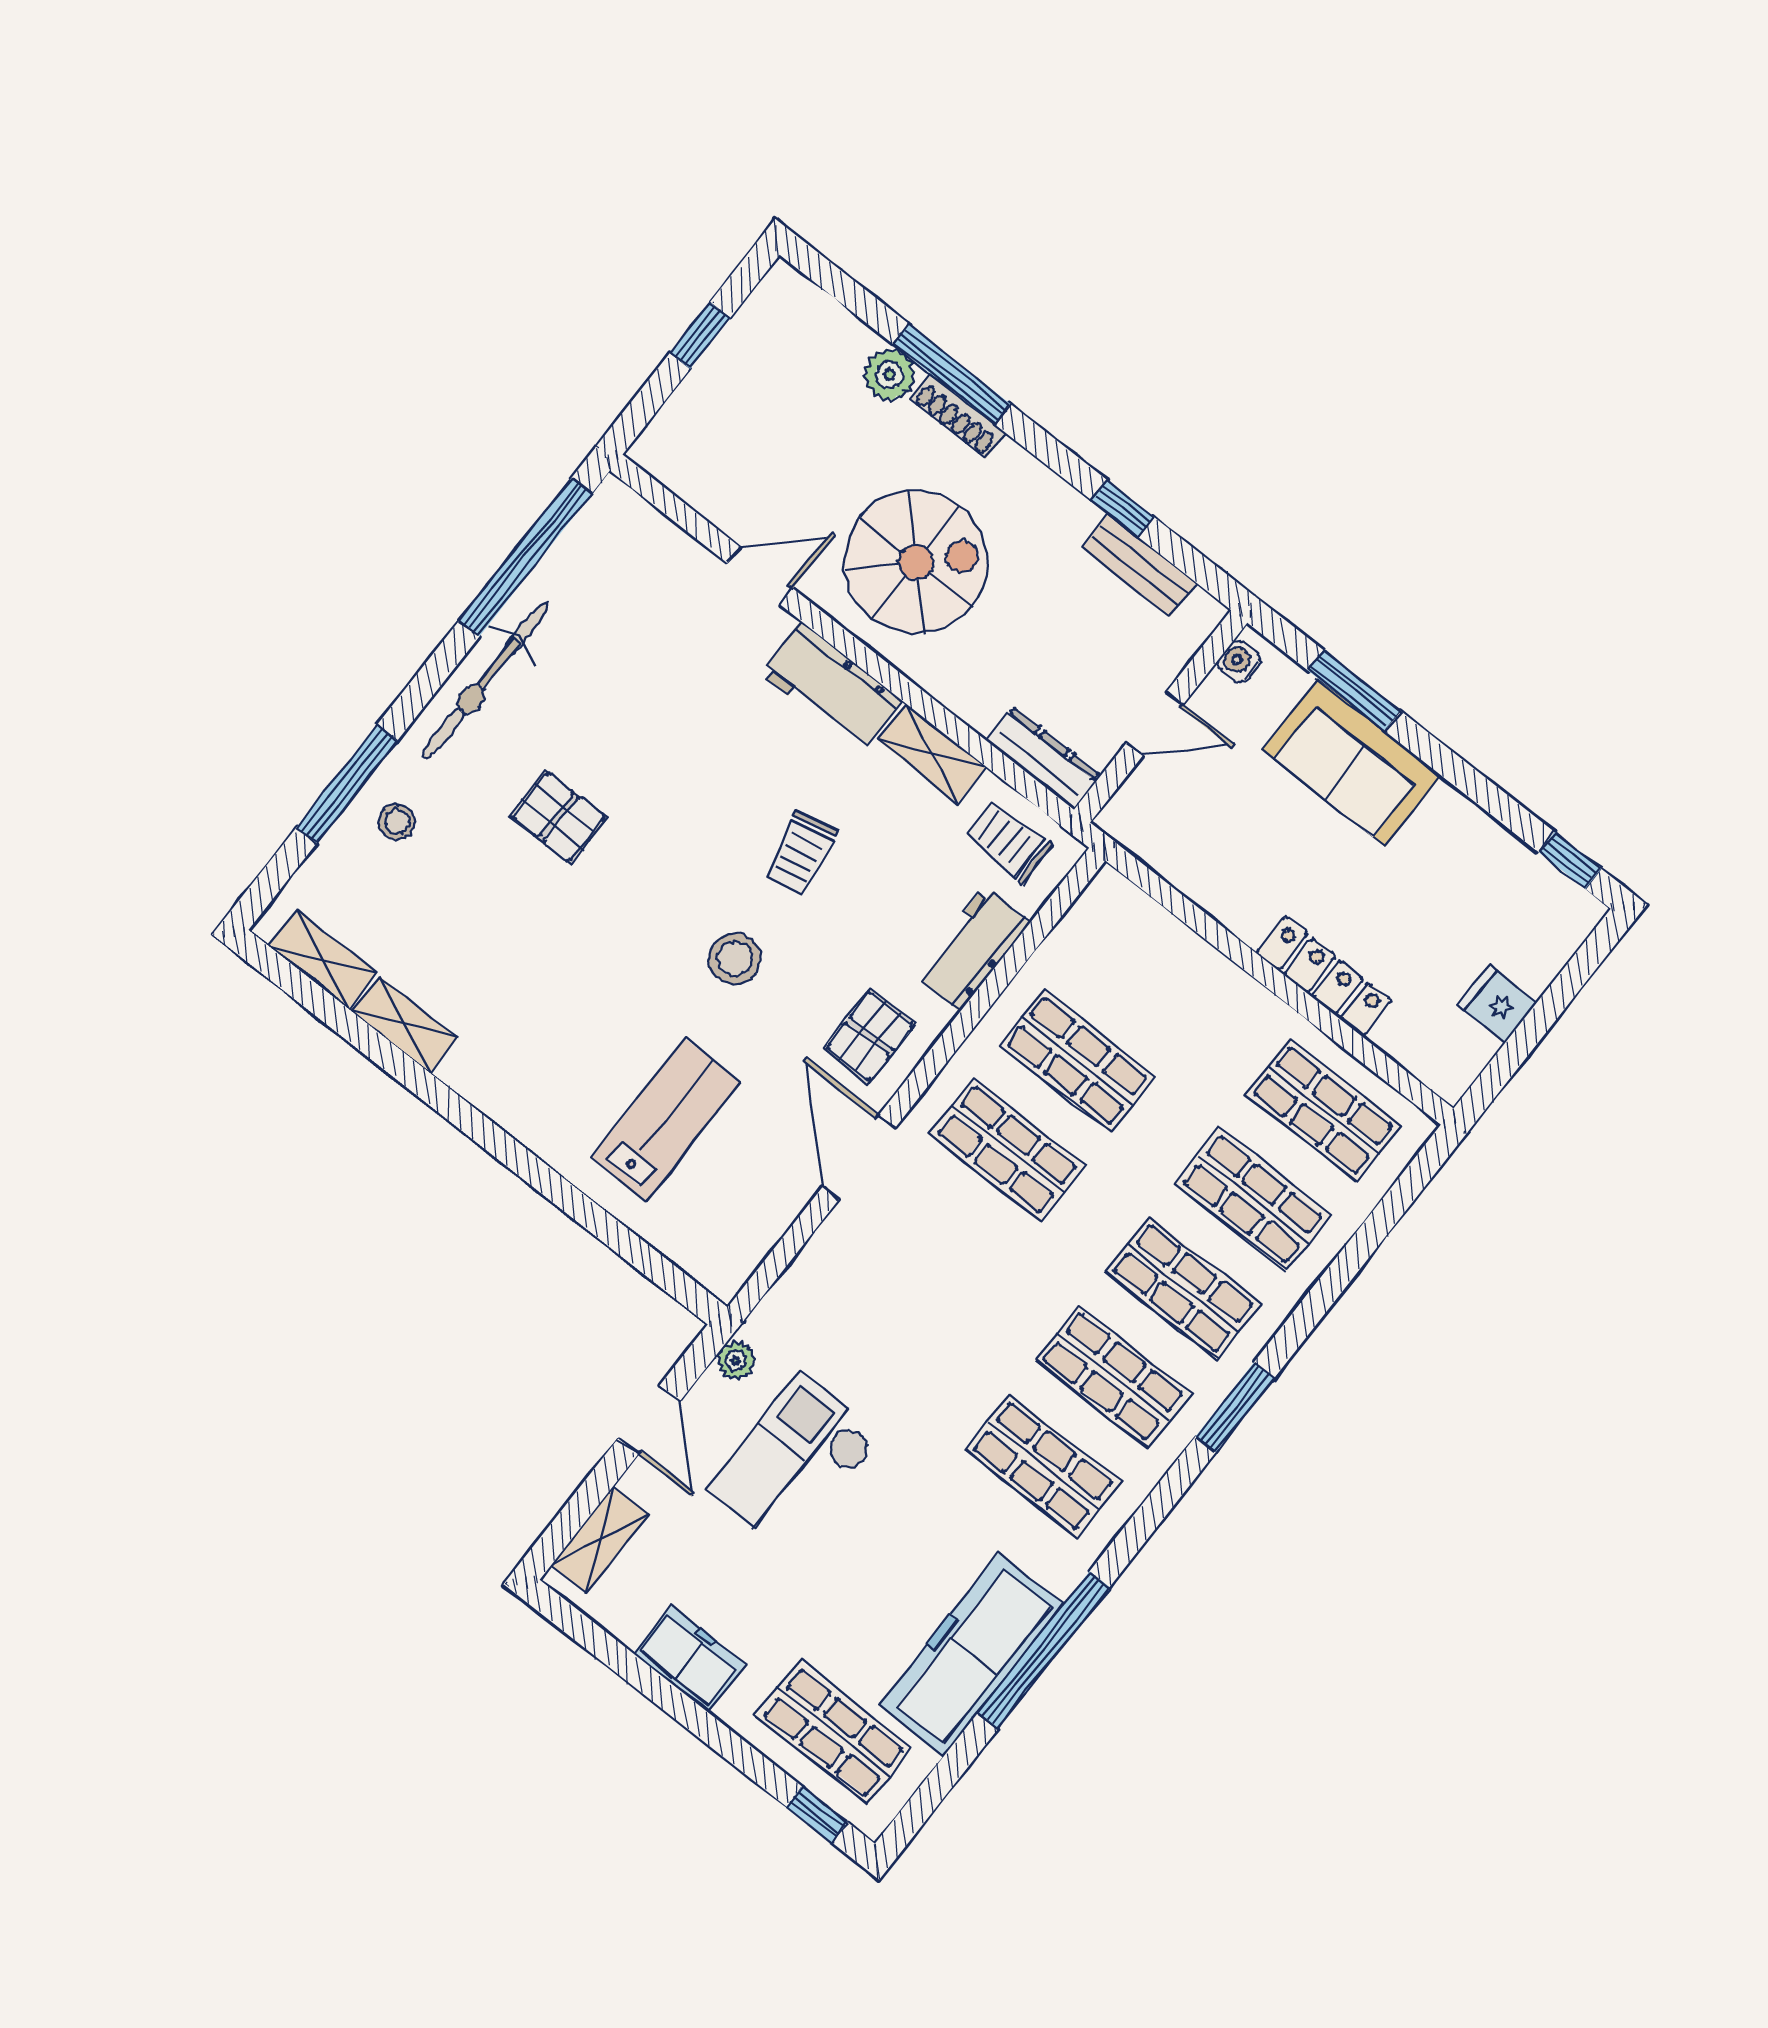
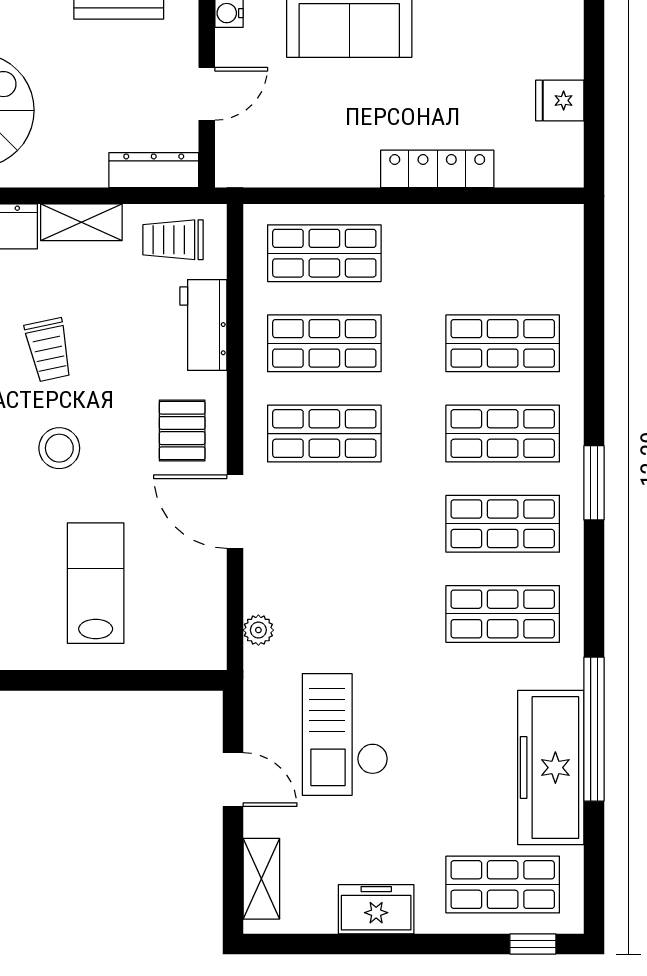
shop shelf: (1323, 1110) -> (324, 253), moved
plant: (736, 1361) -> (258, 630), moved

